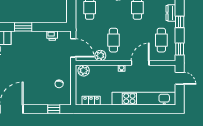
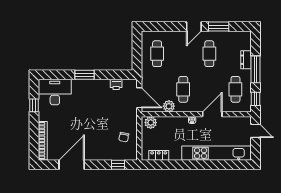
window: (180, 22) -> (255, 69), width x2.17

